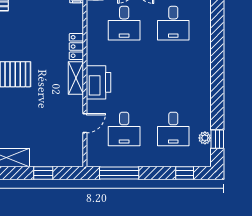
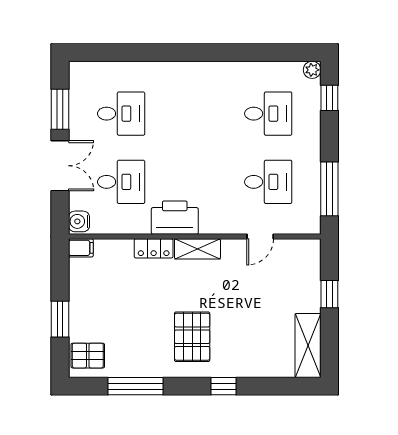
printer: (98, 82) -> (175, 218), moved
door: (85, 123) -> (260, 236), swing flipped
plant: (205, 138) -> (312, 70), moved
window: (217, 139) -> (282, 53), removed

